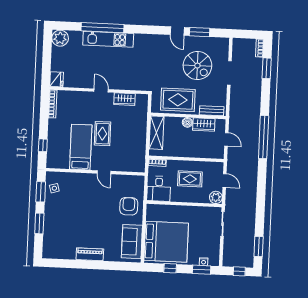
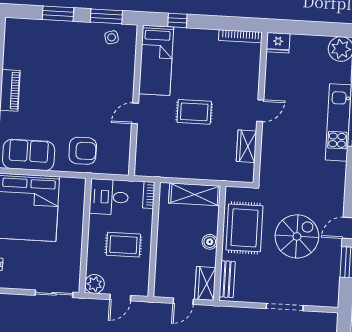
spiral stairs: (197, 66) -> (297, 236), moved, turned 180
wardrobe: (204, 125) -> (205, 283), moved
bed: (81, 147) -> (156, 60), moved, turned 90
rug: (190, 179) -> (123, 245), turned 90

